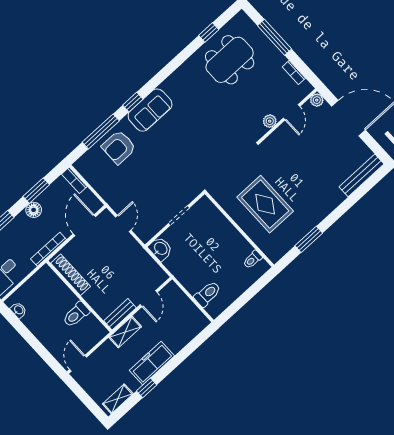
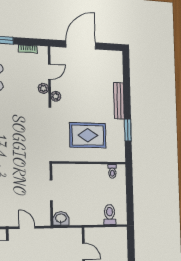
plant: (317, 100) -> (56, 96), moved
door: (292, 112) -> (49, 72), hinge flipped
bench: (361, 175) -> (119, 101), moved

